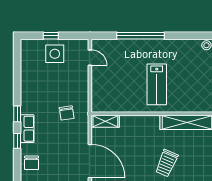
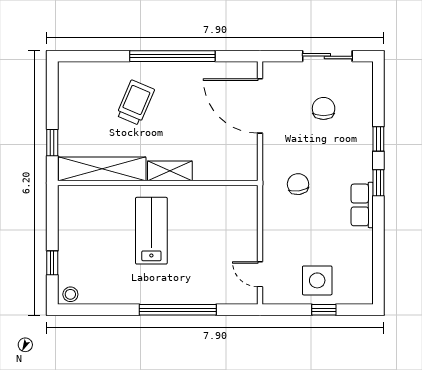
shelving: (105, 121) -> (170, 171), moved
row of seats: (27, 129) -> (362, 205), moved
chair: (32, 163) -> (324, 108), moved

